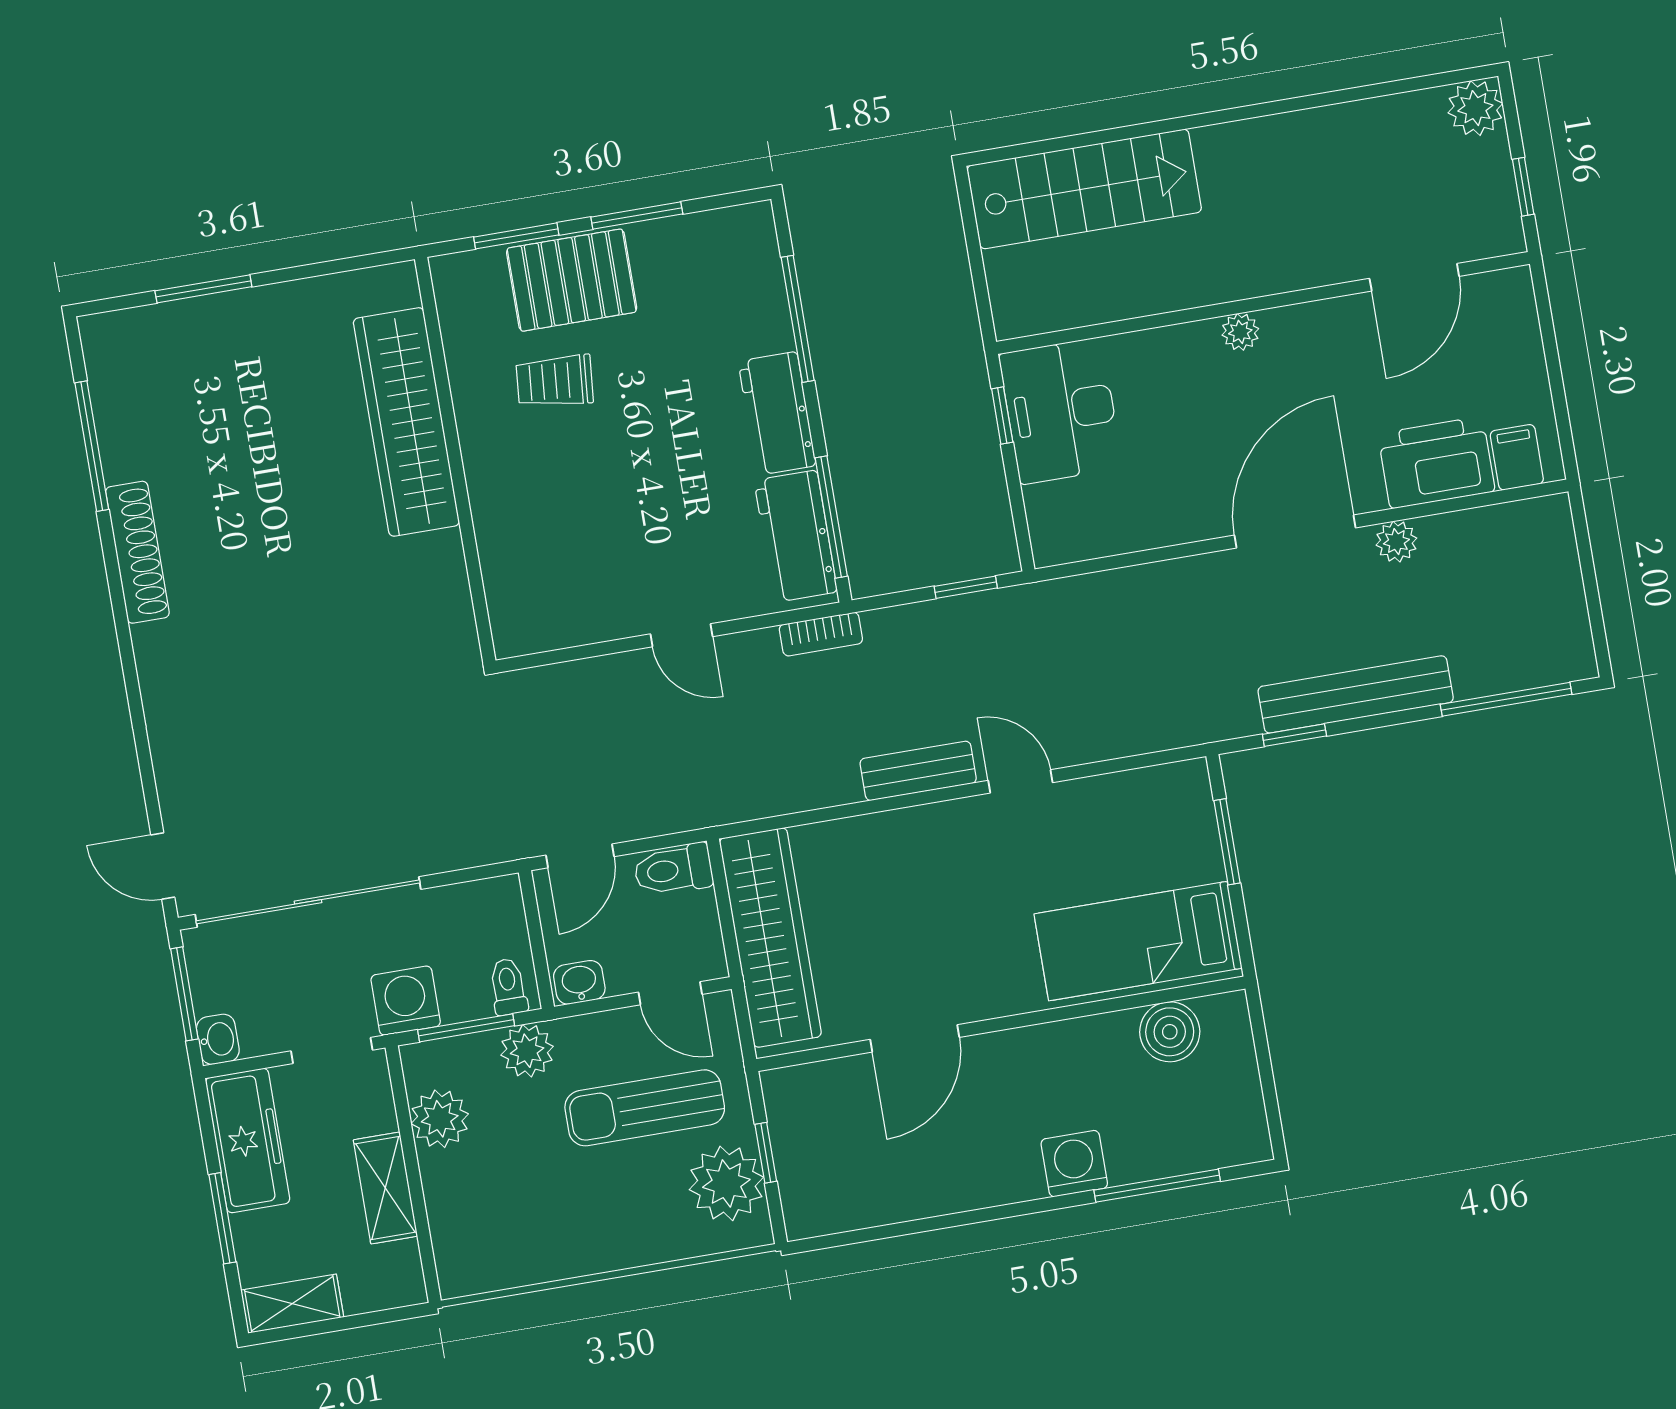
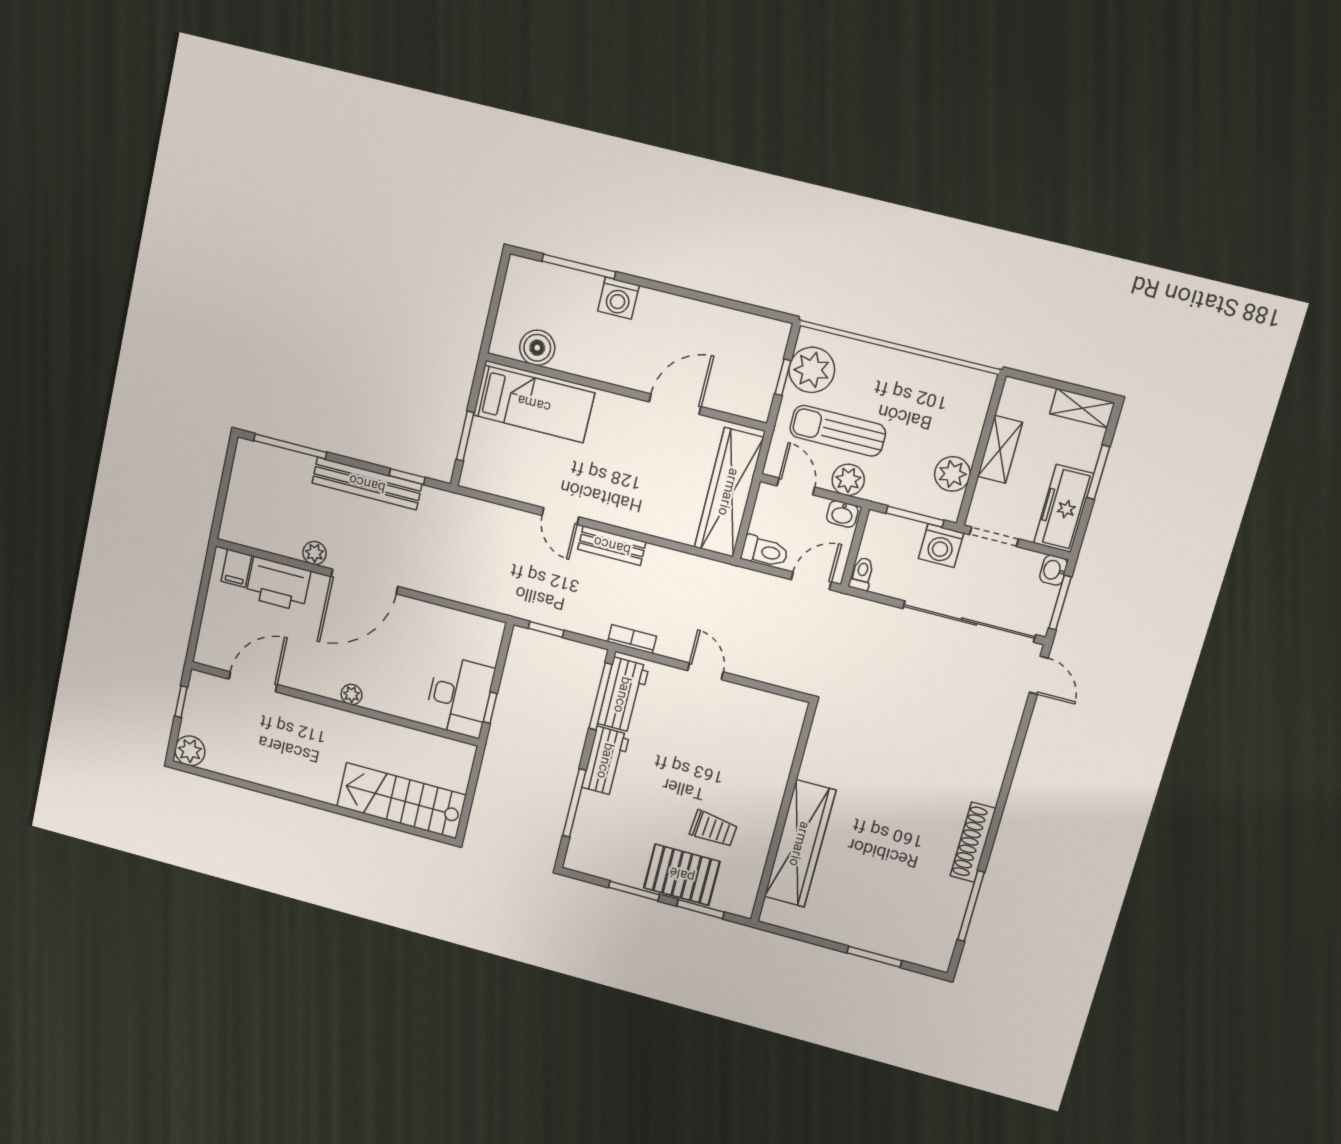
toilet: (508, 987) -> (862, 574), moved, turned 180
plant: (527, 1051) -> (848, 480), moved
sun lounger: (645, 1108) -> (838, 431), turned 180

